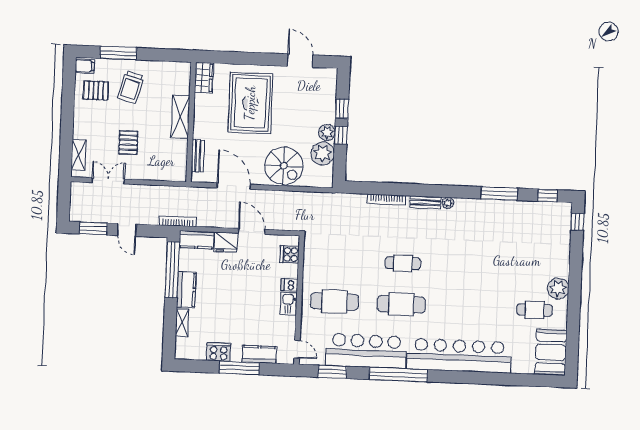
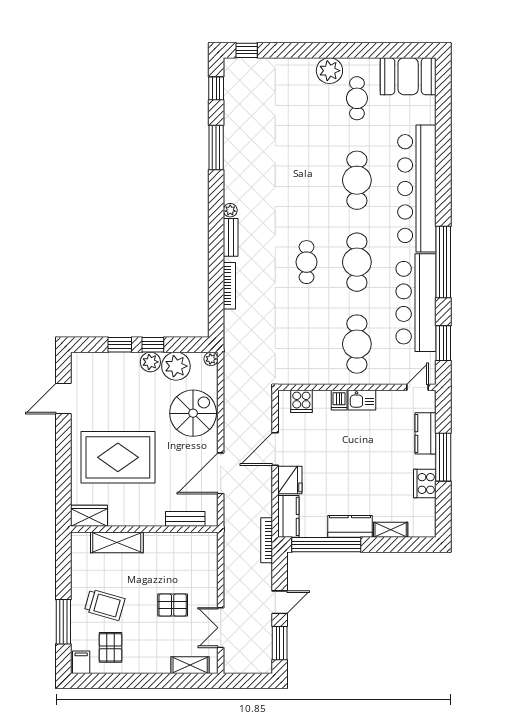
shelving: (180, 117) -> (117, 542), moved
plant: (327, 182) -> (211, 359), added
cafe table: (468, 307) -> (357, 180), added

